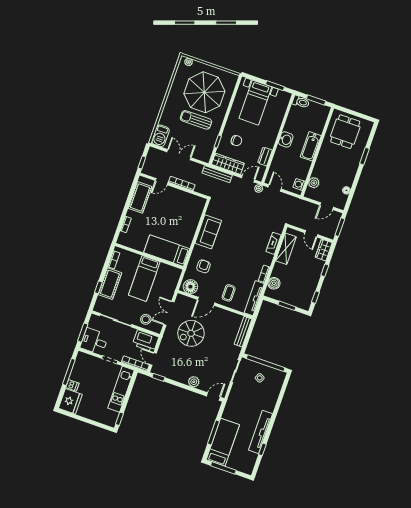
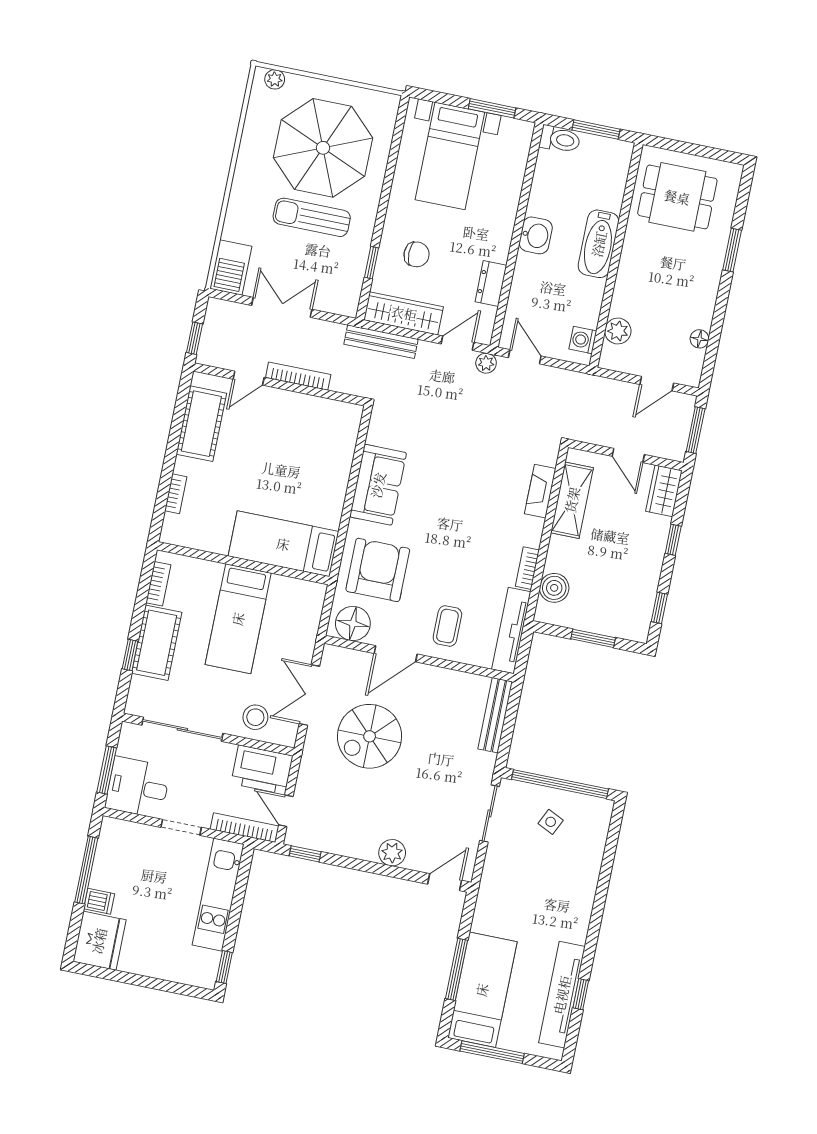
dining table: (345, 132) -> (677, 197), turned 90
armchair: (203, 266) -> (378, 570), width x1.88, depth x1.88
tv unit: (261, 432) -> (562, 995), moved

